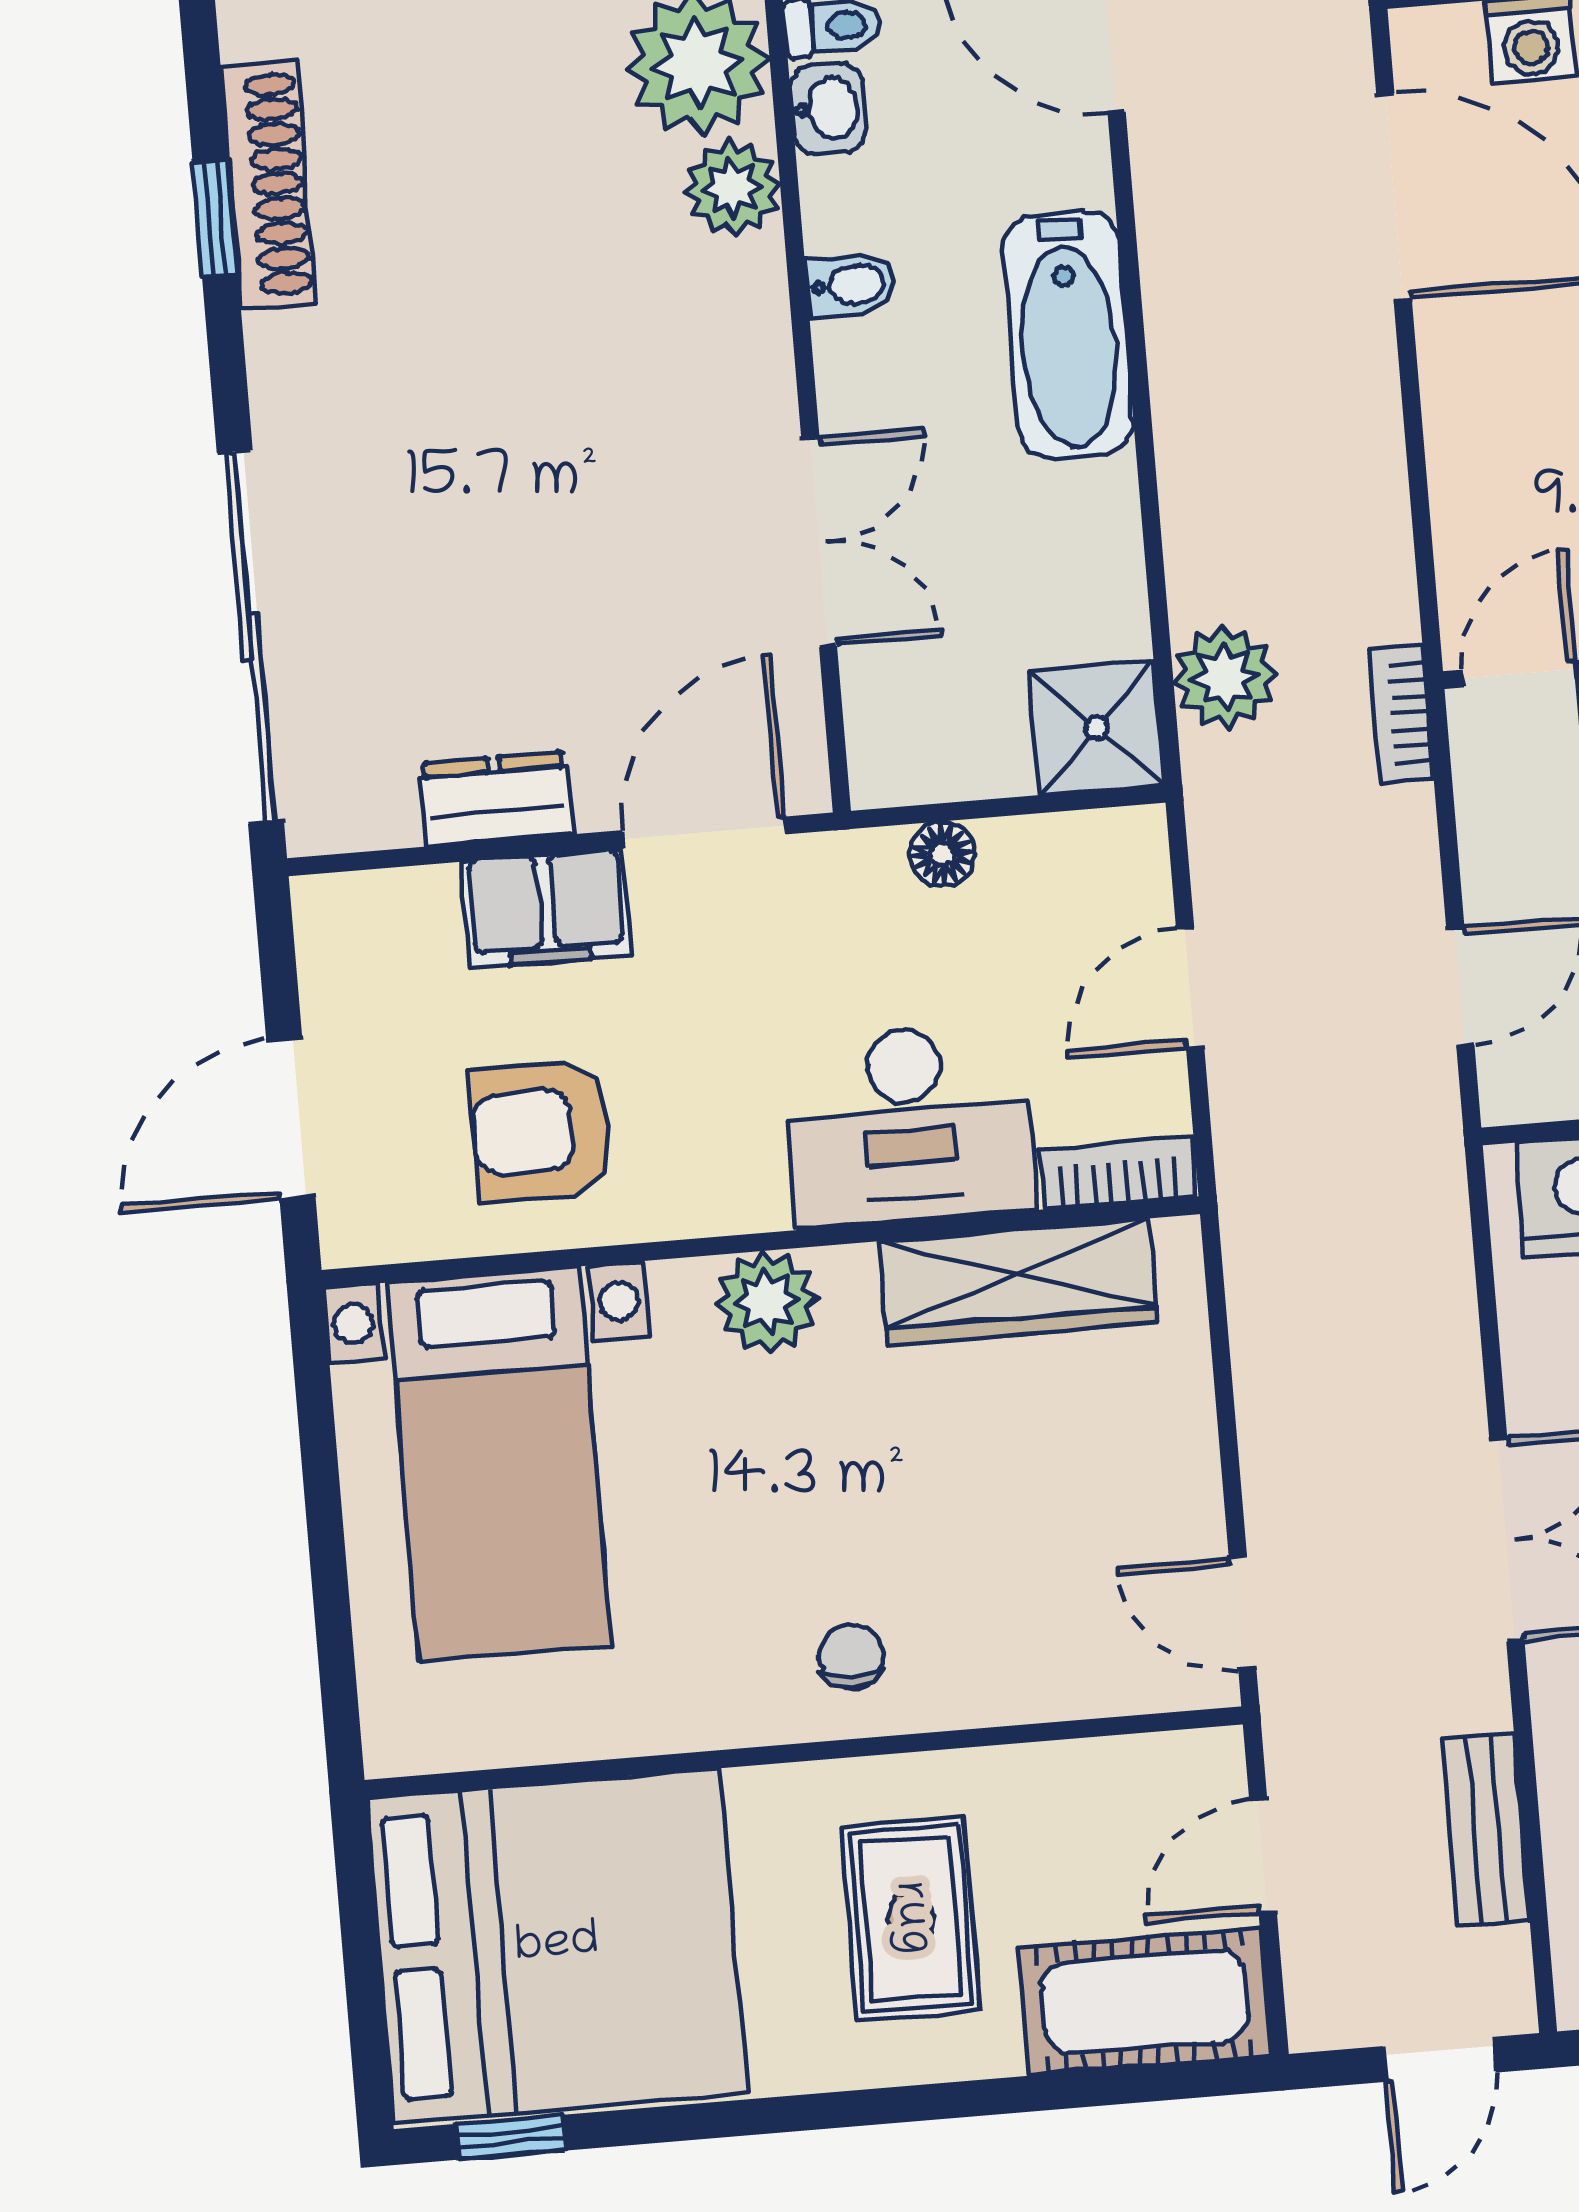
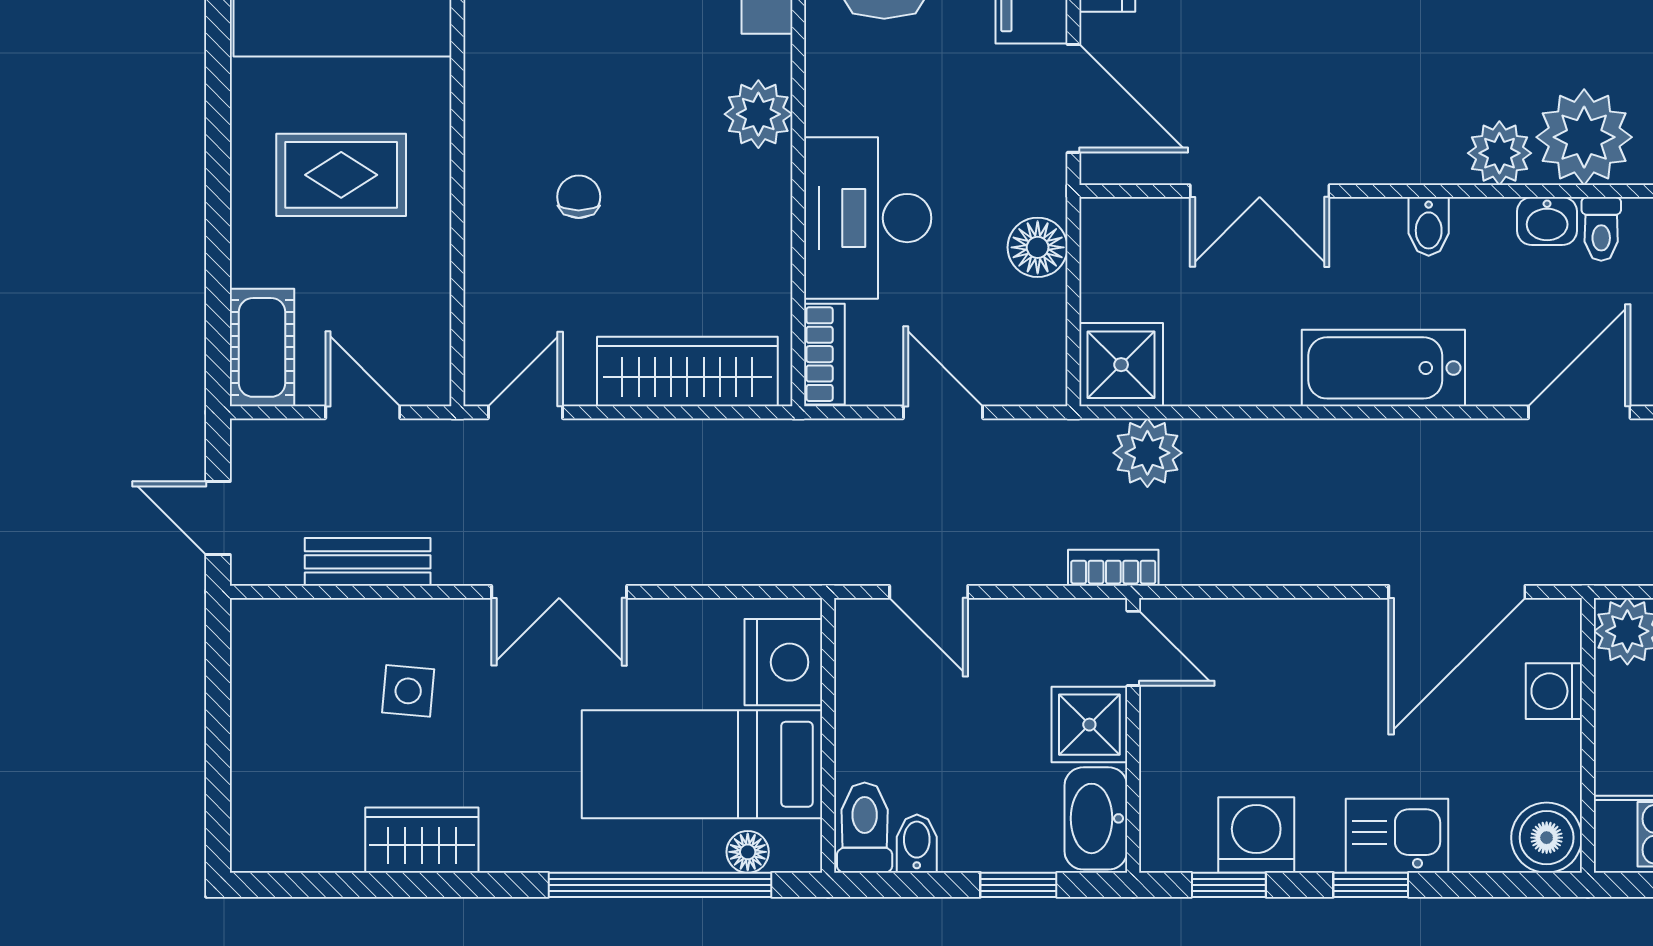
floor lamp: (942, 854) -> (1038, 247), width x1.37, depth x1.37
wardrobe: (1018, 1282) -> (687, 371), moved, turned 90
chair: (851, 1657) -> (579, 197), moved, turned -90
cot: (1145, 2001) -> (262, 347), width x0.73, depth x0.75

